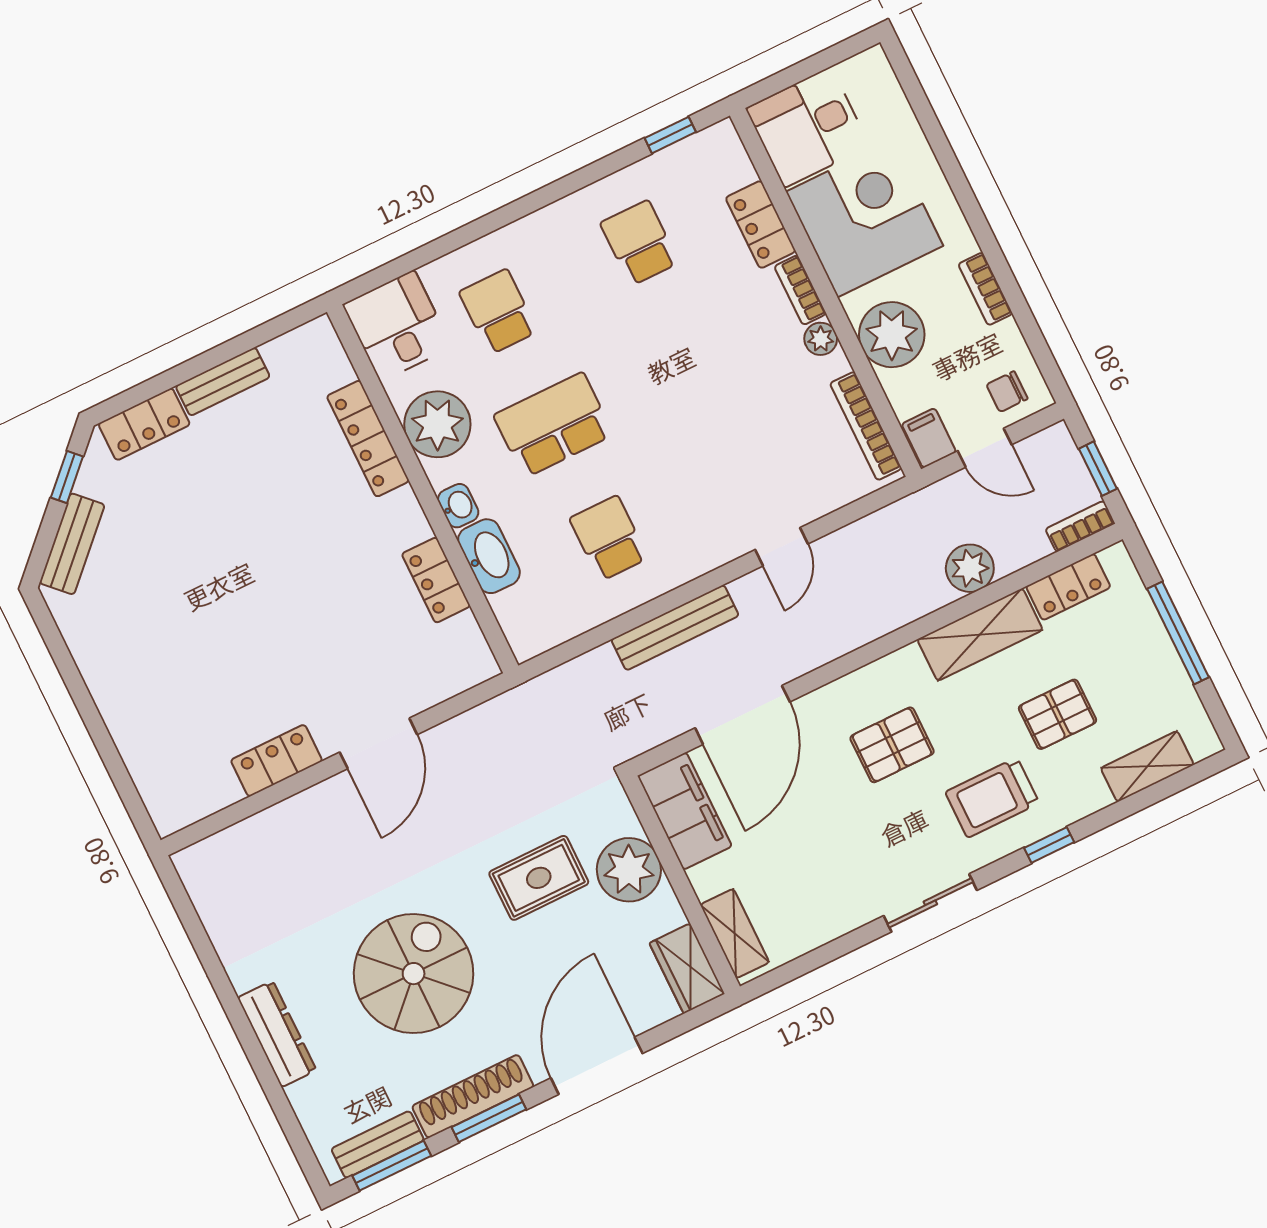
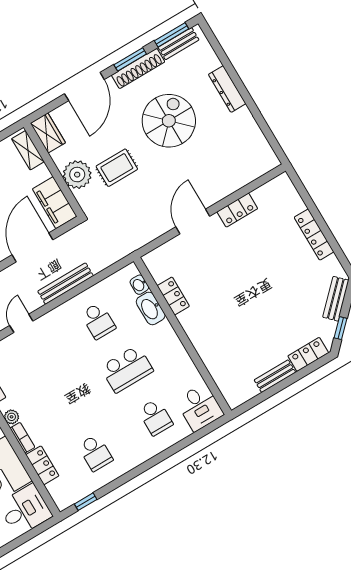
plant: (437, 424) -> (178, 365), removed
locker: (368, 439) -> (314, 235), moved, turned 180
washbasin: (458, 506) -> (139, 285), moved
spiral stairs: (414, 974) -> (169, 121), turned 180

